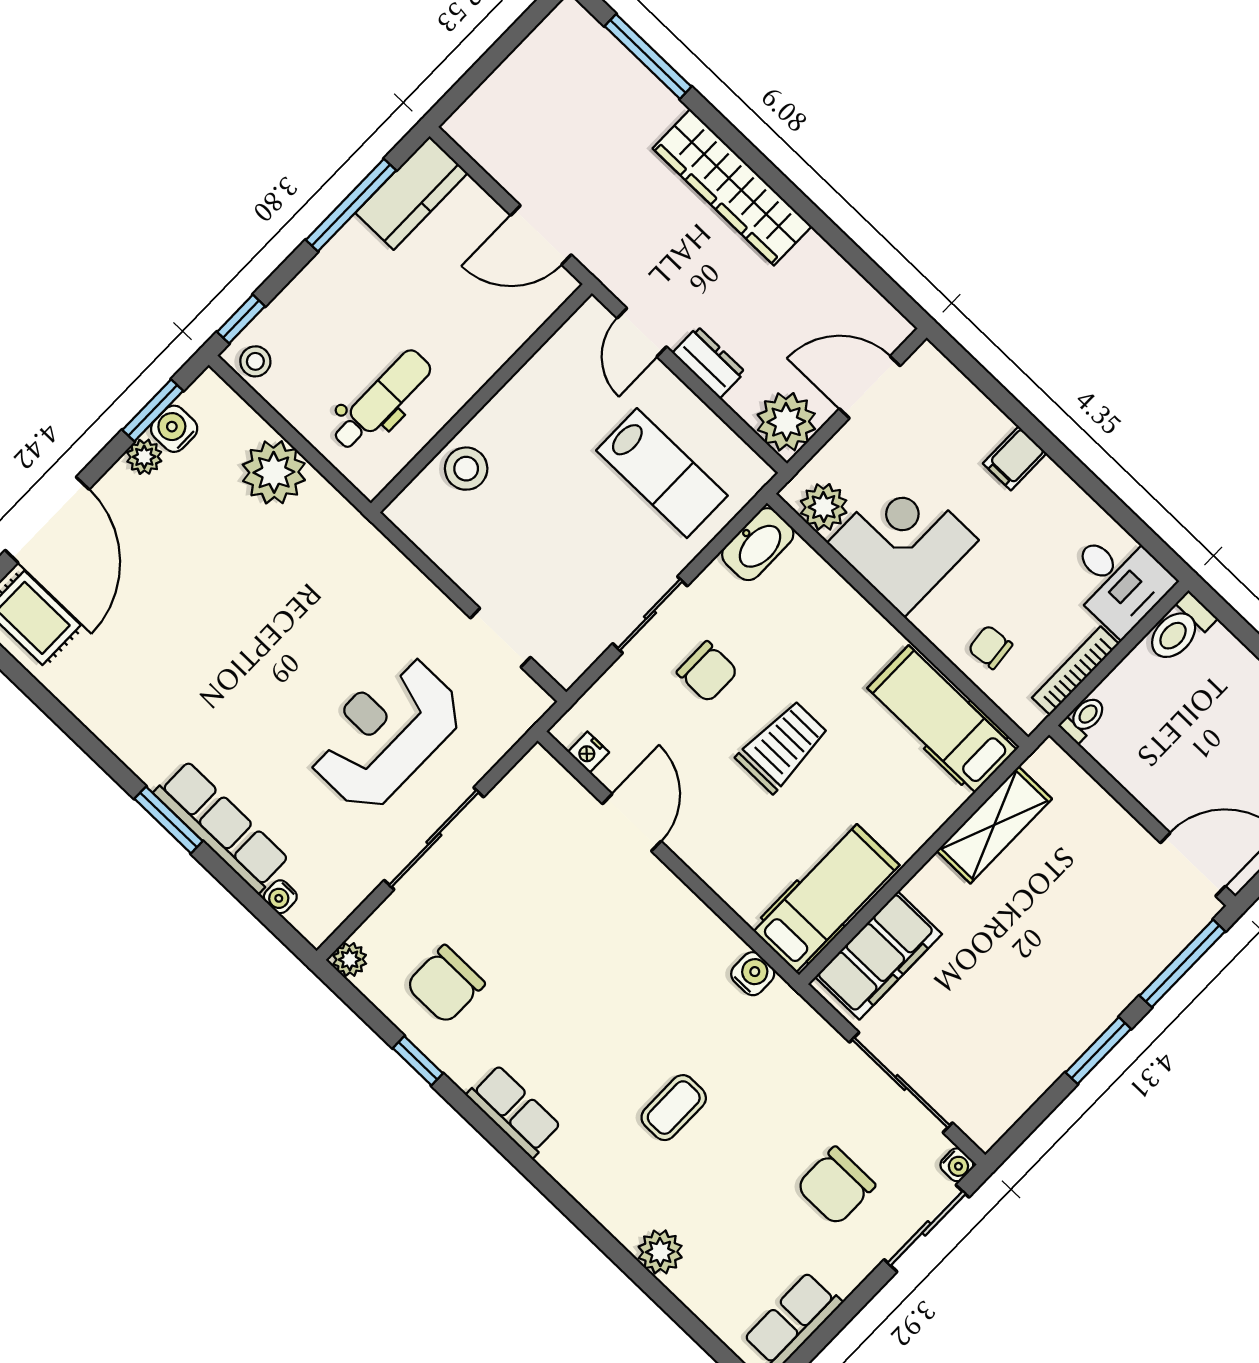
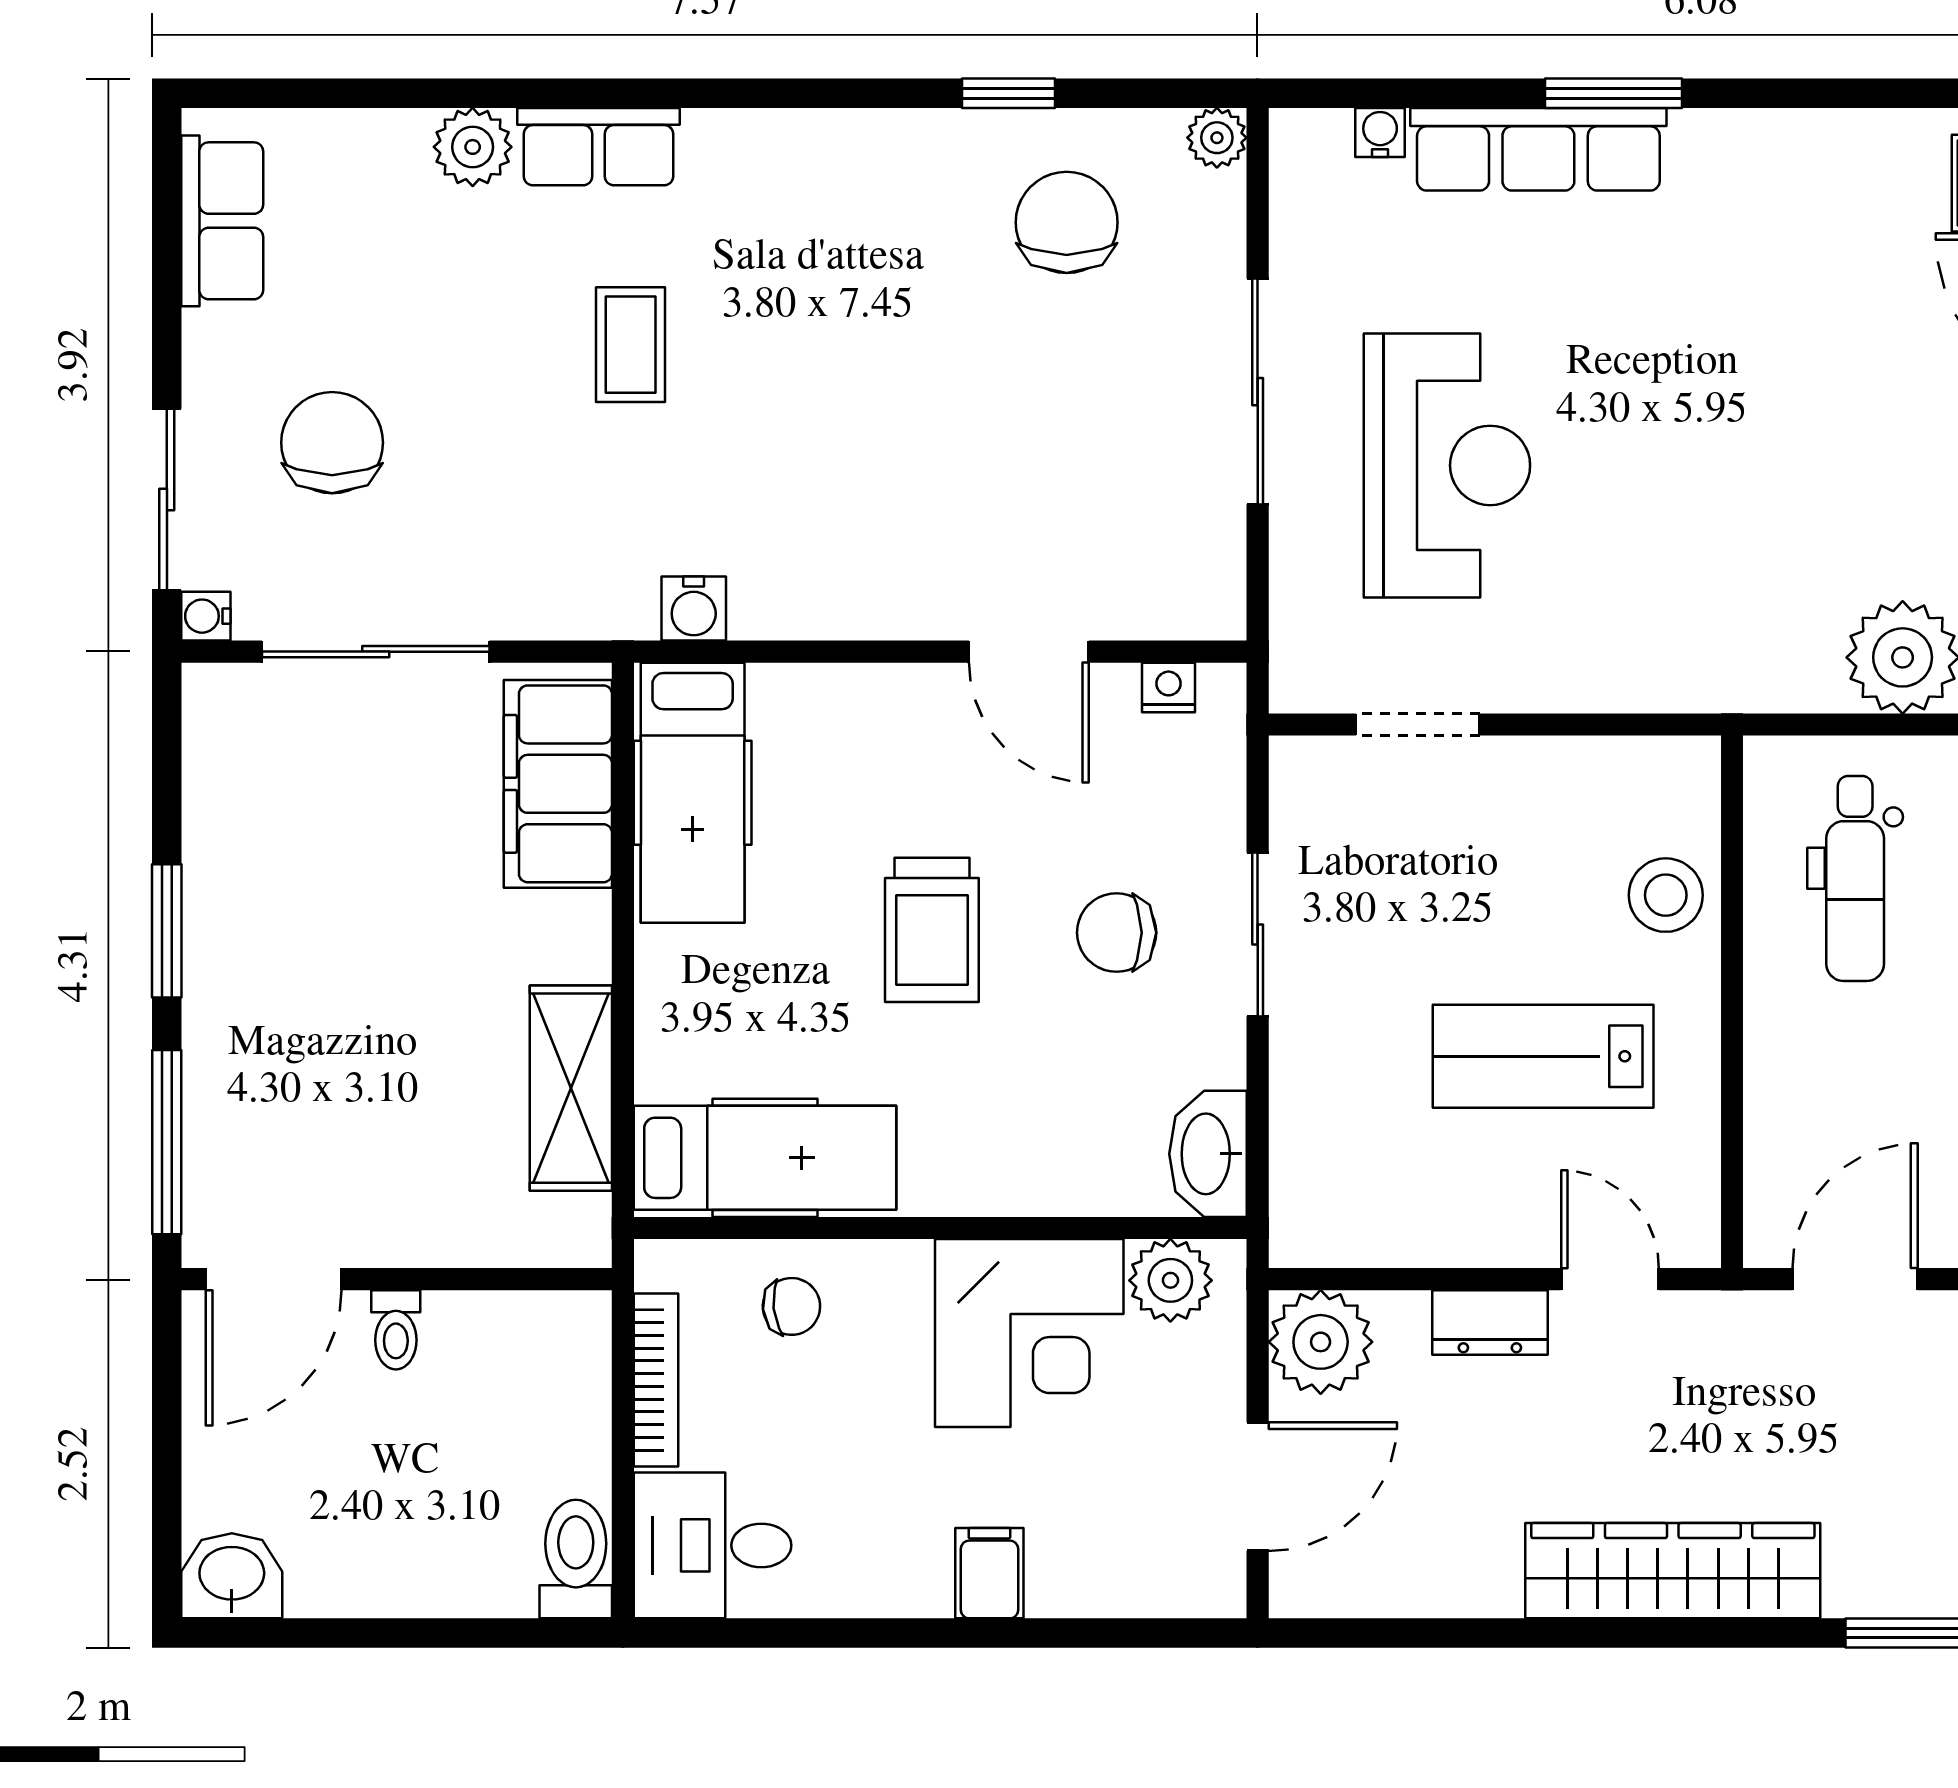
lab bench: (662, 473) -> (1543, 1056), moved
toilet: (1084, 719) -> (396, 1330), moved
row of seats: (514, 1111) -> (599, 147), moved

